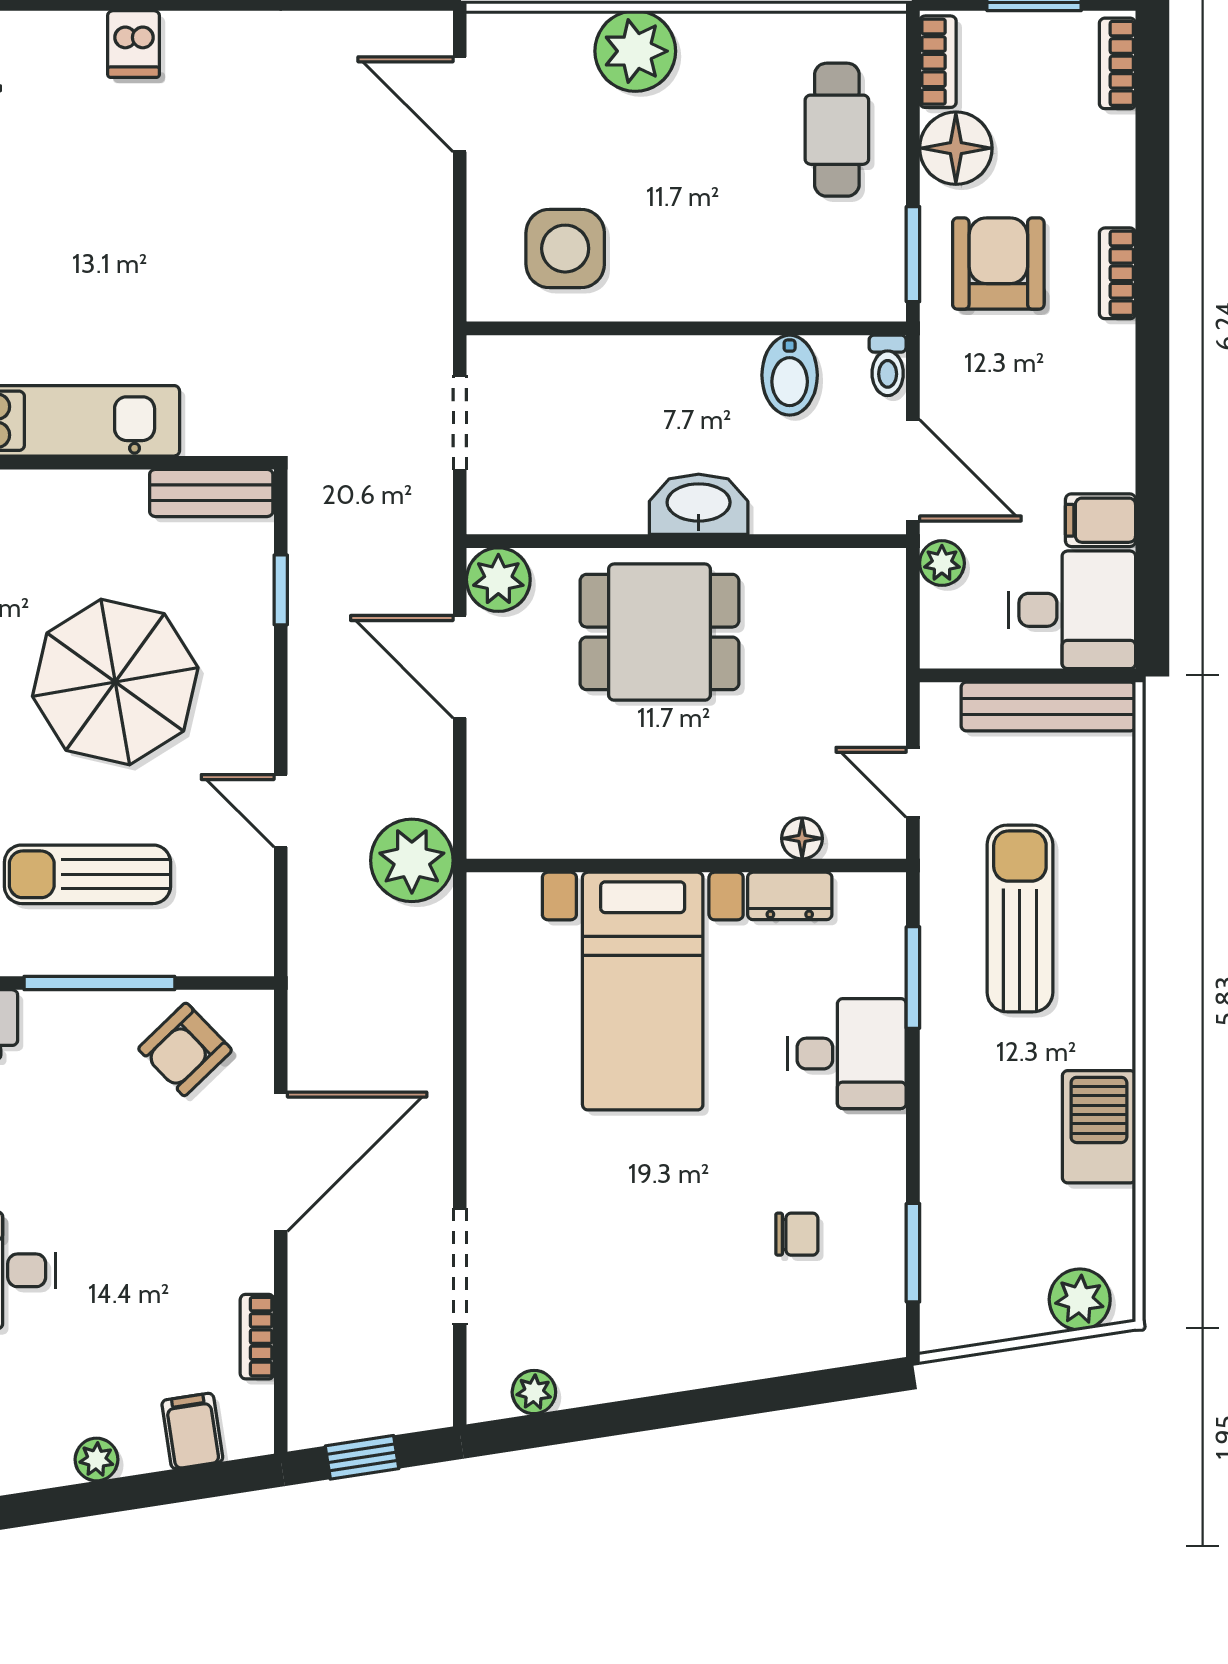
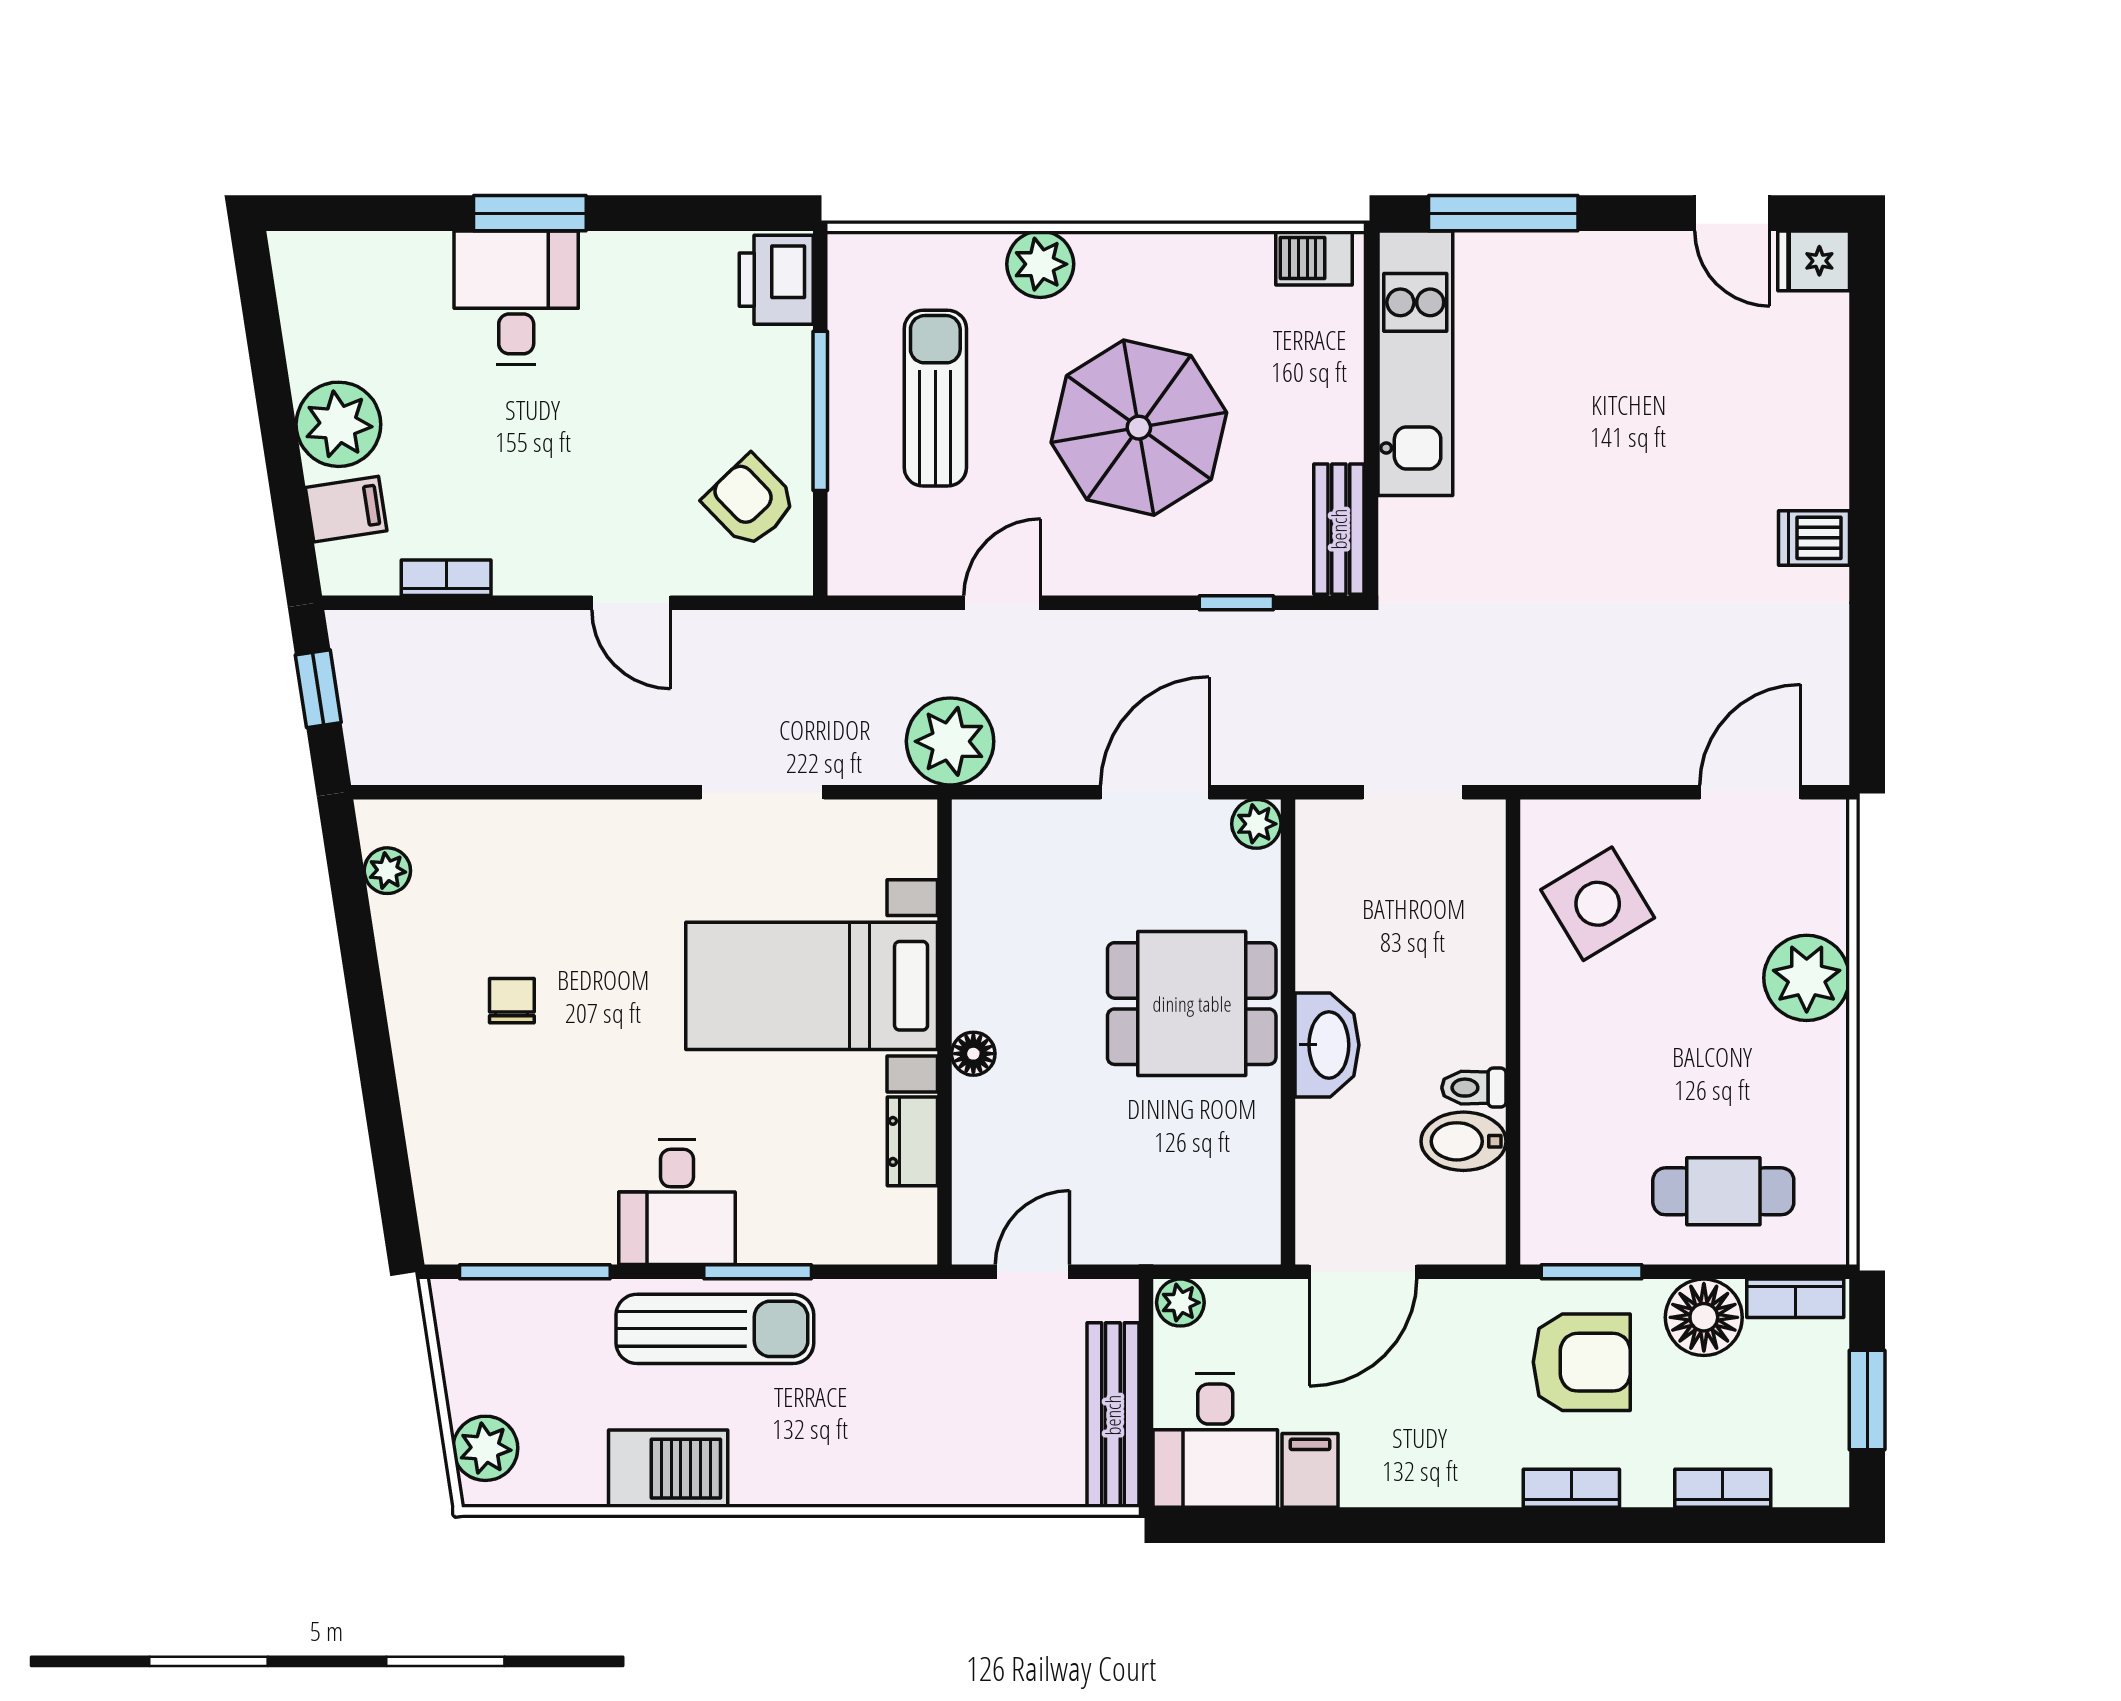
dishwasher: (134, 44) -> (1814, 538), moved
bookcase: (1117, 63) -> (1723, 1488), moved
side table: (565, 249) -> (1598, 904), turned -31
toilet: (888, 365) -> (1474, 1088), moved
plant: (942, 563) -> (1180, 1303), moved
plant: (498, 580) -> (1256, 824), width x0.73, depth x0.73
dining table: (659, 632) -> (1192, 1004), turned 90
floor lamp: (802, 838) -> (973, 1054), moved
sun lounger: (1020, 919) -> (715, 1329), moved
window: (913, 977) -> (758, 1272), moved
desk: (847, 1054) -> (677, 1202), moved
door: (281, 1162) -> (631, 603), width x0.53
chair: (797, 1234) -> (512, 1001), moved, turned 180
window: (913, 1253) -> (535, 1272), width x1.44
doorway: (460, 1266) -> (762, 792), moved
plant: (97, 1460) -> (338, 424), width x1.87, depth x1.87

